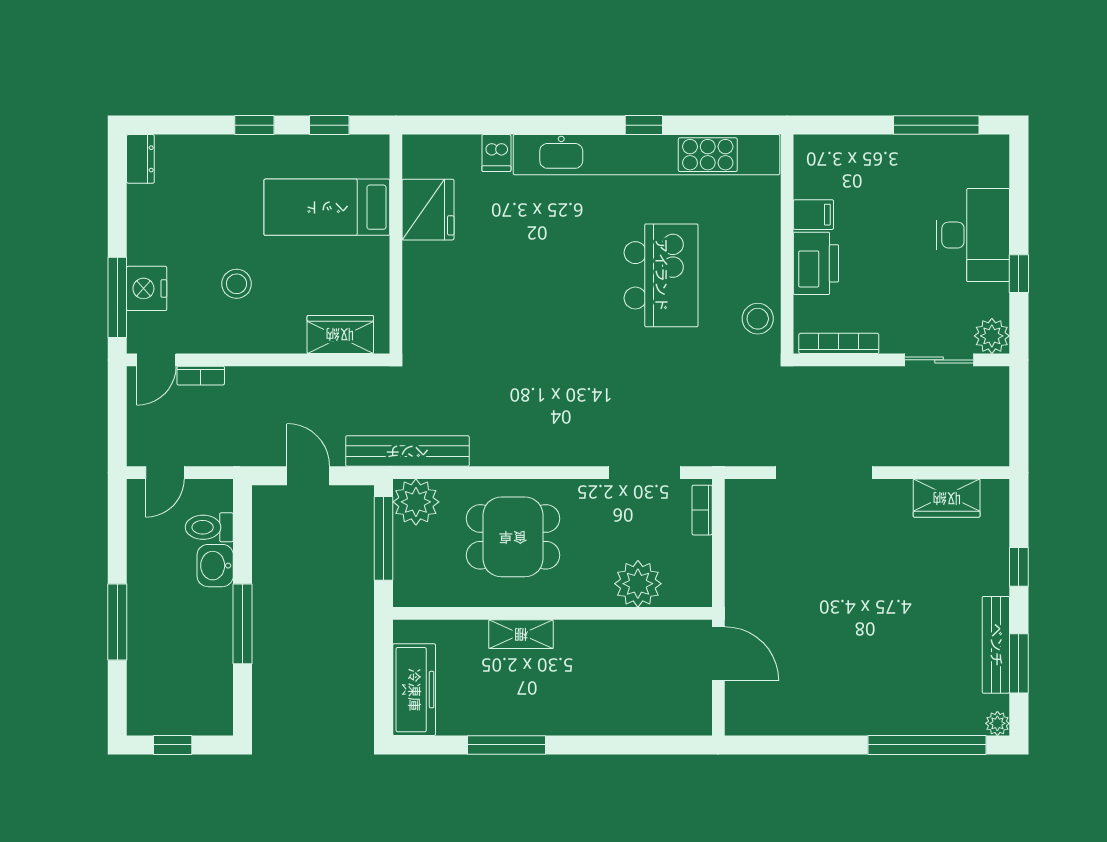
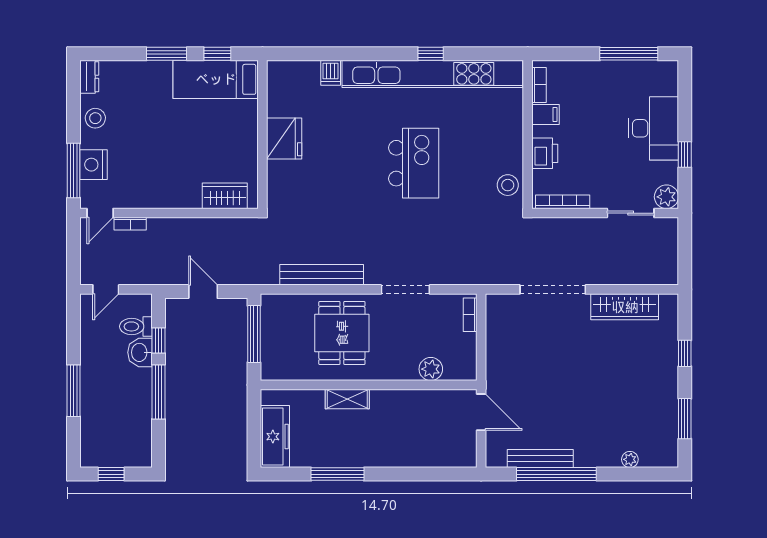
window: (254, 125) -> (167, 54), width x1.50
bookcase: (804, 171) -> (539, 85), added
bed: (327, 207) -> (216, 79), moved
fridge: (428, 210) -> (284, 138), moved
printer: (816, 263) -> (545, 153), width x0.73, depth x0.84
kitchen island: (661, 275) -> (414, 163), moved
stool: (237, 284) -> (95, 118), moved
bench: (407, 451) -> (322, 275), moved
doorway: (645, 473) -> (405, 289), moved
wardrobe: (947, 498) -> (625, 307), width x1.50
plant: (416, 502) -> (276, 309), removed
dining table: (513, 537) -> (342, 333), turned 90
window: (243, 548) -> (158, 340), added
plant: (638, 584) -> (431, 369), width x0.73, depth x0.73
bench: (996, 645) -> (540, 458), moved, turned 90
plant: (997, 723) -> (630, 459), moved
window: (927, 745) -> (556, 474), moved

